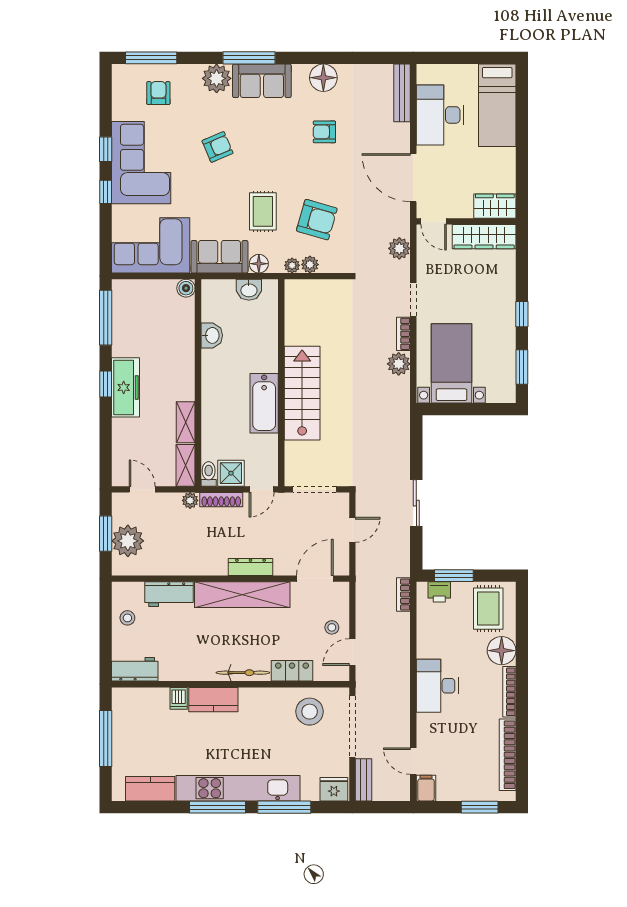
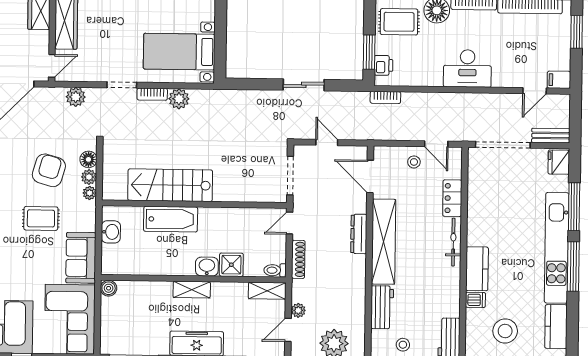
floor lamp: (259, 264) -> (88, 159), moved
washbasin: (212, 335) -> (207, 267), moved
stairs: (302, 393) -> (170, 185), moved
bathtub: (264, 403) -> (171, 219), moved
shelving: (186, 422) -> (192, 290), moved
shower: (231, 473) -> (231, 265), moved
door: (262, 489) -> (290, 223), swing flipped
plant: (190, 500) -> (298, 310), moved
stool: (310, 712) -> (505, 331), moved

